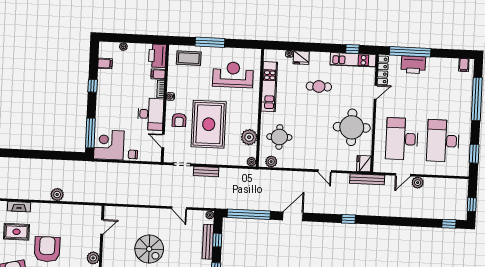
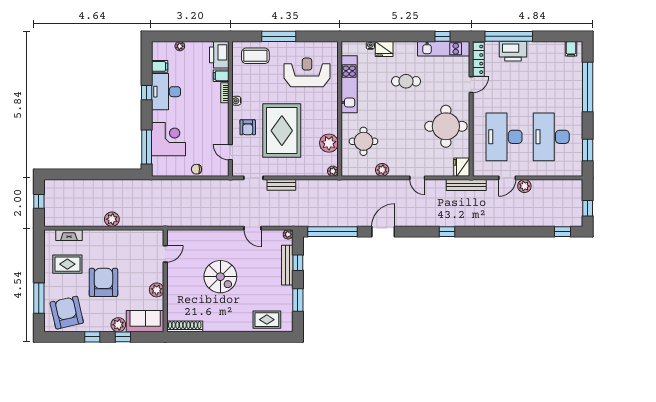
desk: (151, 114) -> (166, 92), moved, turned 180
corner desk: (109, 145) -> (169, 139), moved, turned 90
plant: (271, 162) -> (382, 170), moved

